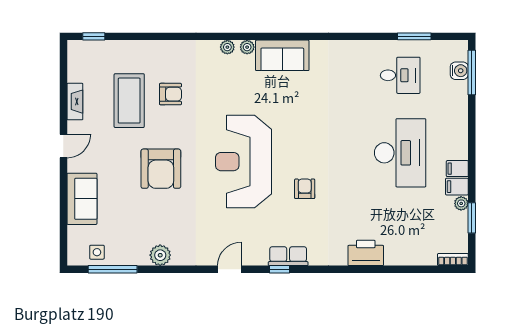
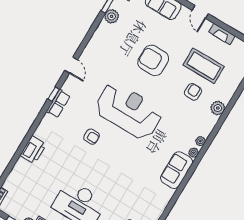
plant: (172, 50) -> (218, 108), added
armchair: (170, 94) -> (193, 92), turned 180
plant: (160, 255) -> (112, 16), moved

